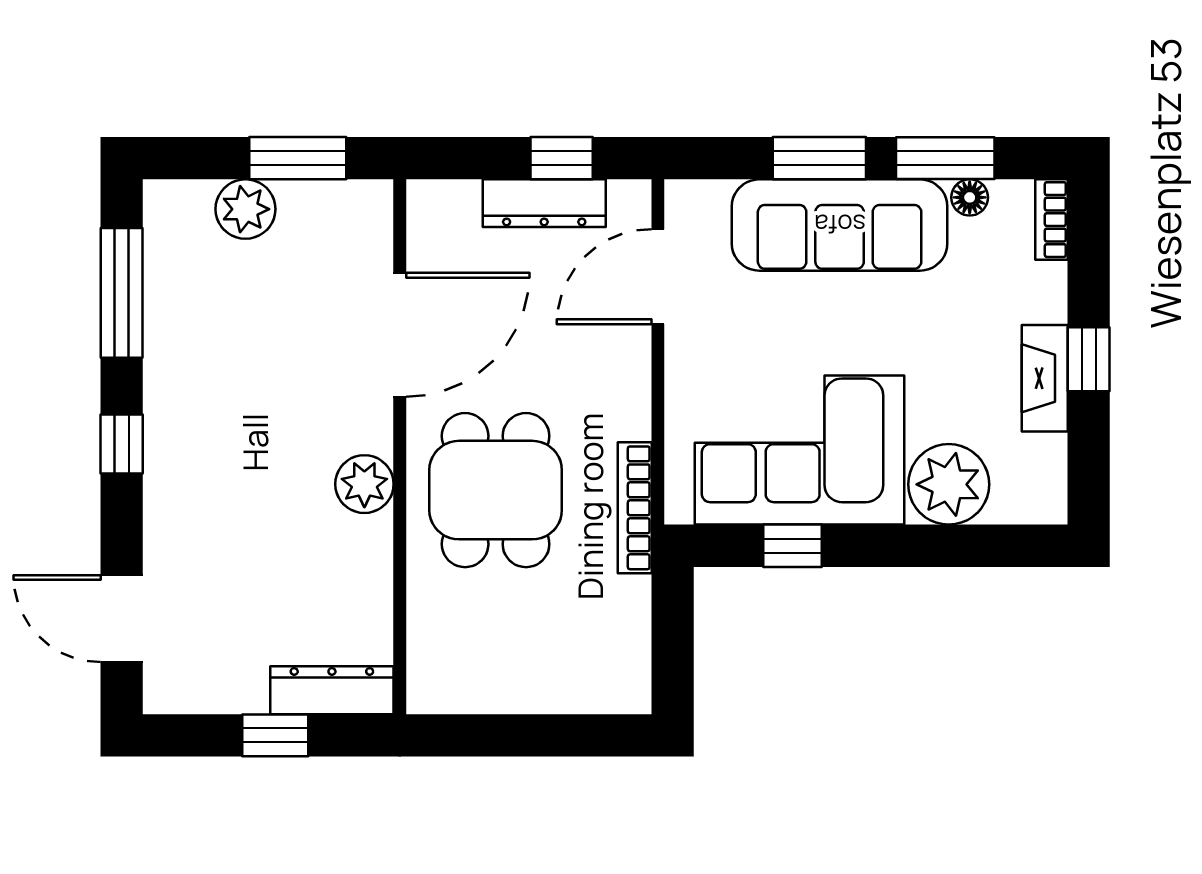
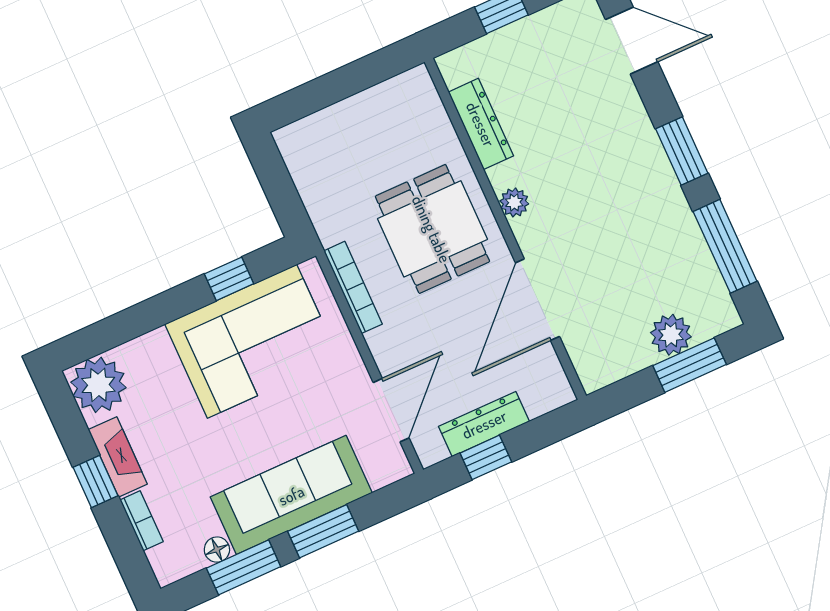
window: (298, 158) -> (690, 365), moved
bookcase: (1051, 220) -> (142, 521), moved
window: (122, 444) -> (682, 151), width x1.50
plant: (364, 484) -> (514, 202), width x0.73, depth x0.73
plant: (949, 484) -> (98, 385), moved
bookcase: (635, 508) -> (353, 287), moved
dresser: (332, 690) -> (481, 124), moved, turned -90

